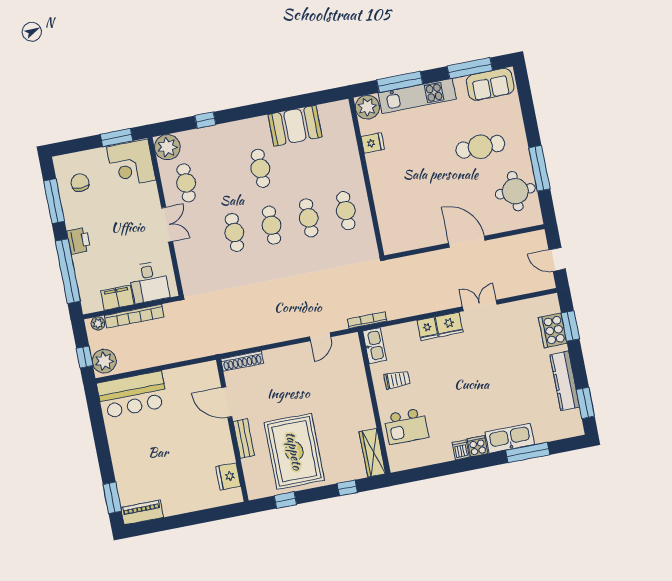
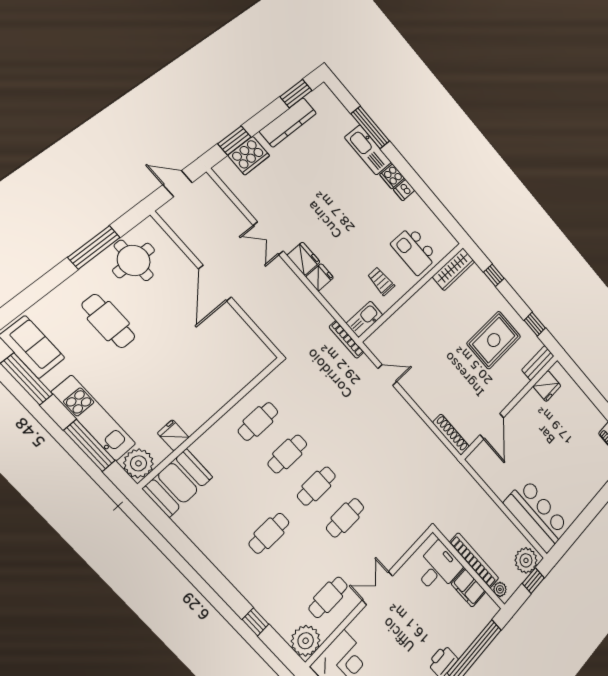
booth: (295, 126) -> (178, 483), moved, turned 90
door: (557, 259) -> (178, 184), swing flipped
kitchen island: (406, 426) -> (414, 251), turned 180
bench: (244, 438) -> (538, 363), moved
rug: (294, 451) -> (494, 340), width x0.73, depth x0.69

